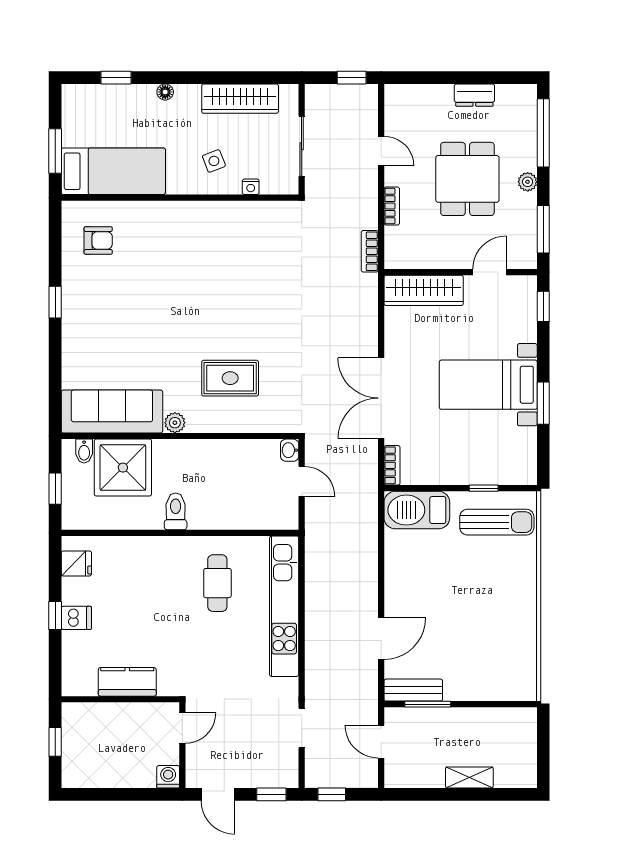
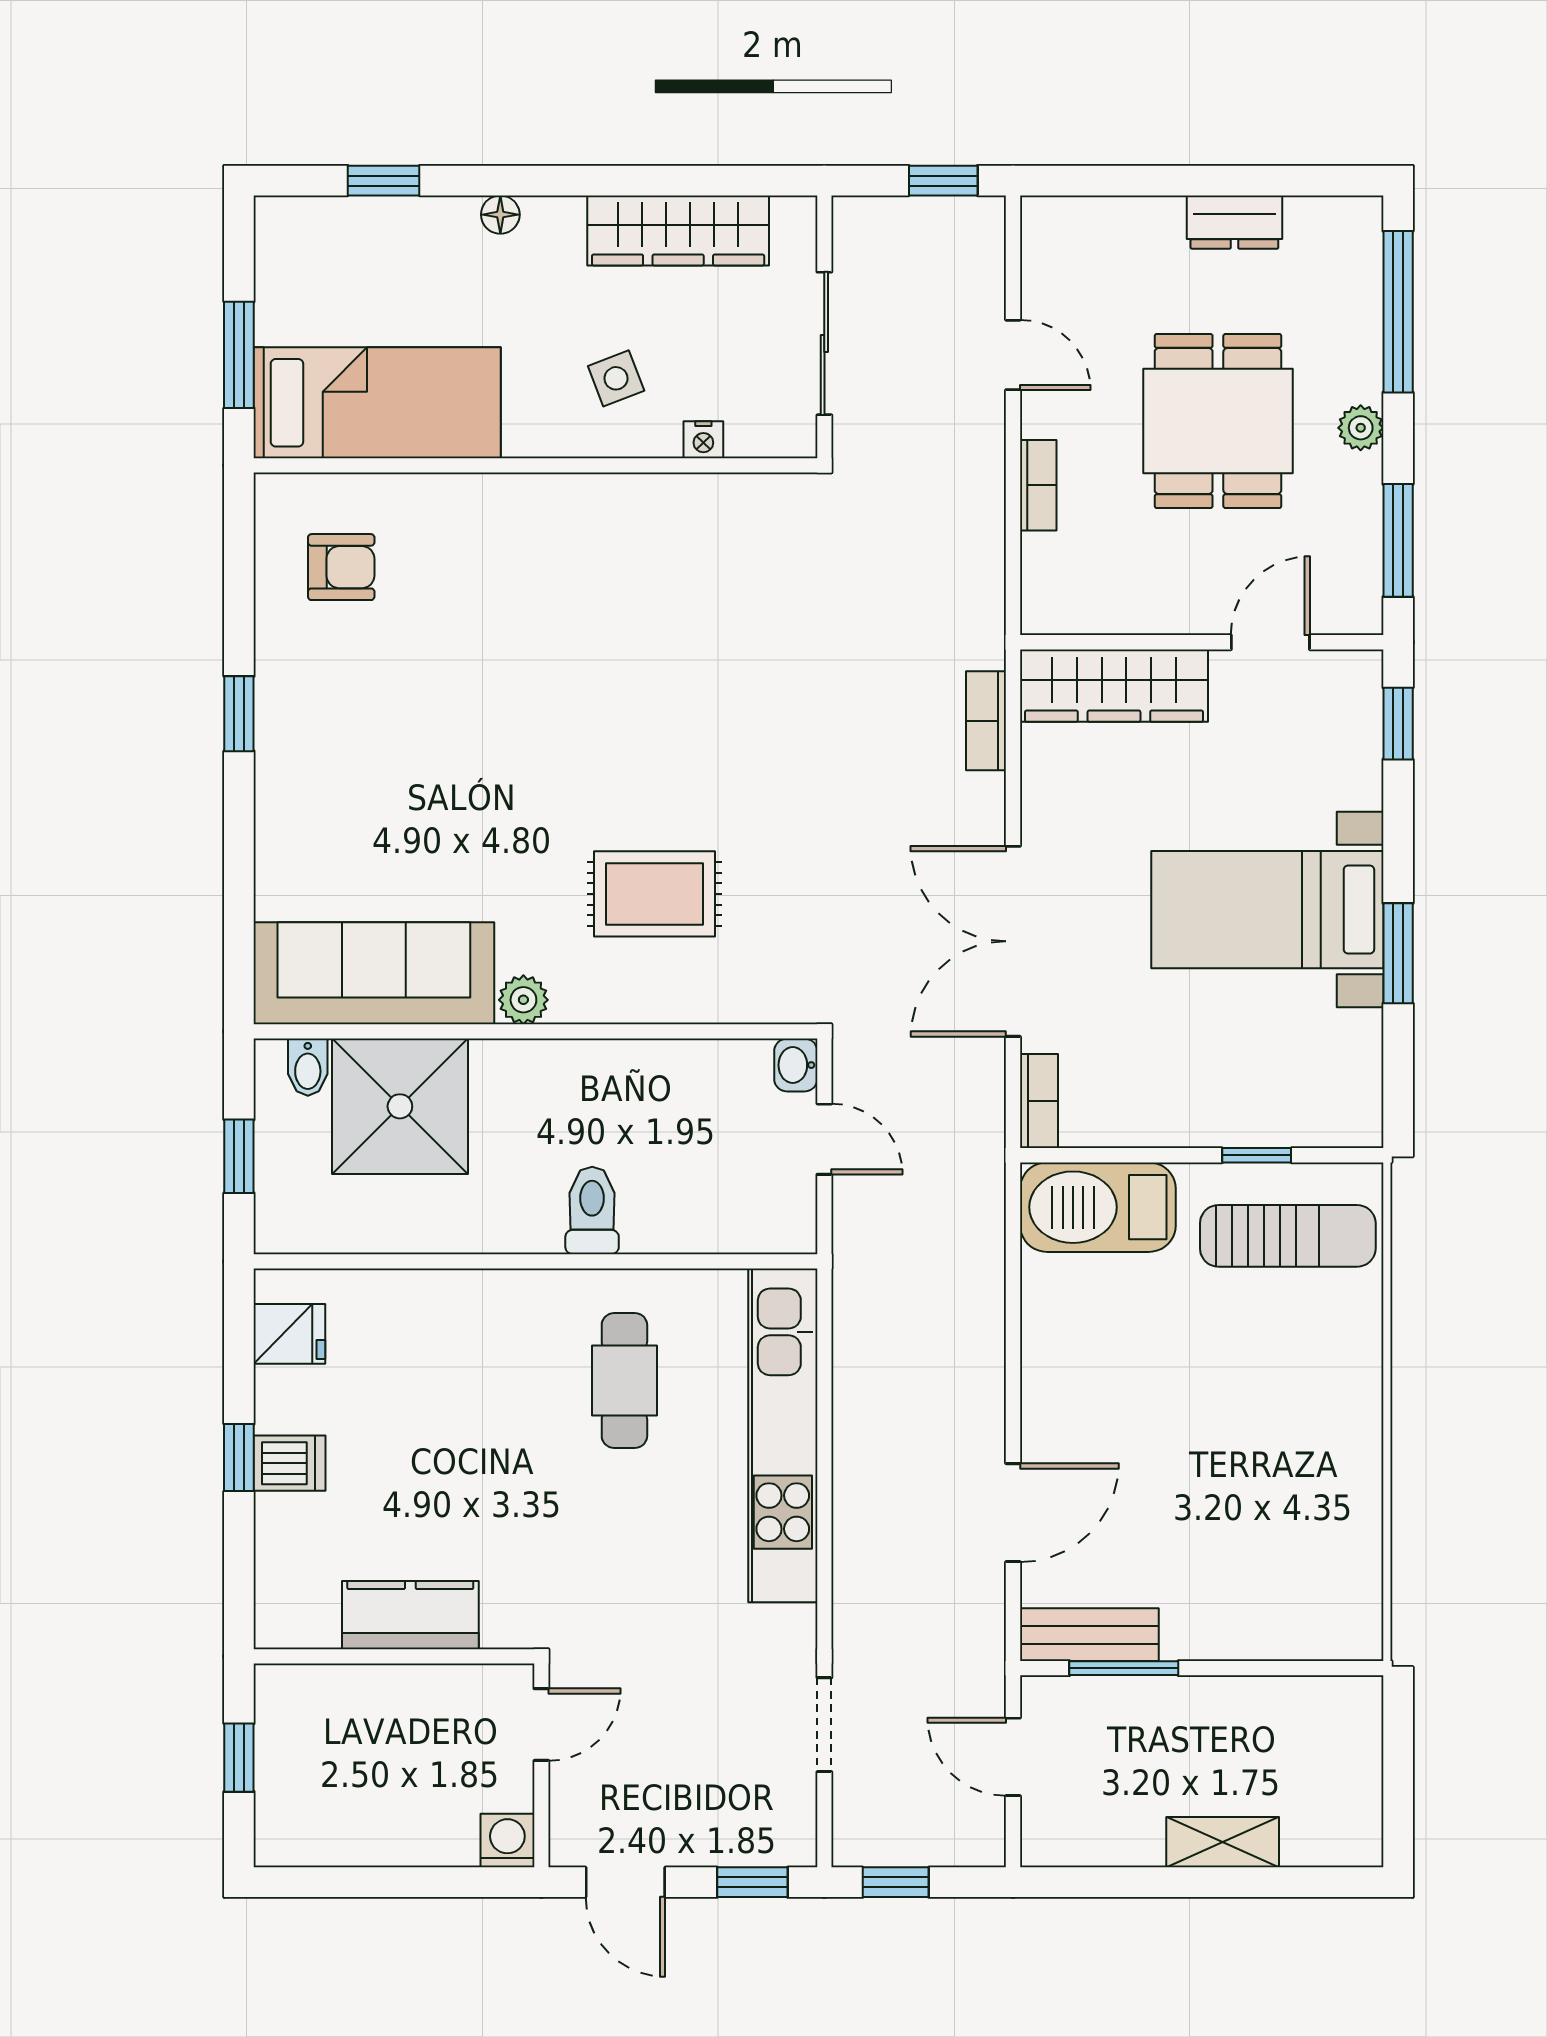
bookcase: (370, 251) -> (986, 721), moved
toilet: (176, 511) -> (592, 1210), moved

